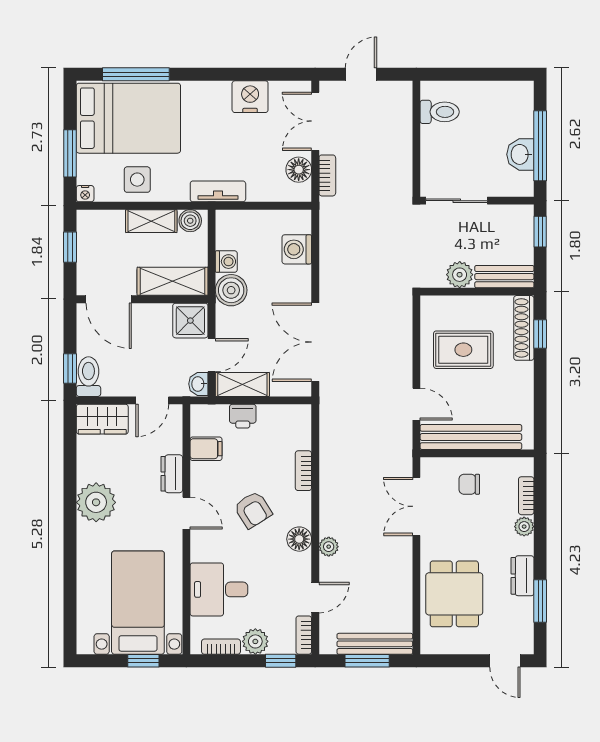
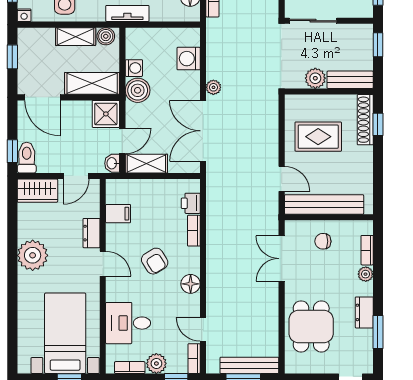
printer: (243, 416) -> (191, 203), moved, turned 90
plant: (329, 547) -> (213, 87), moved
door: (315, 598) -> (203, 329), swing flipped

